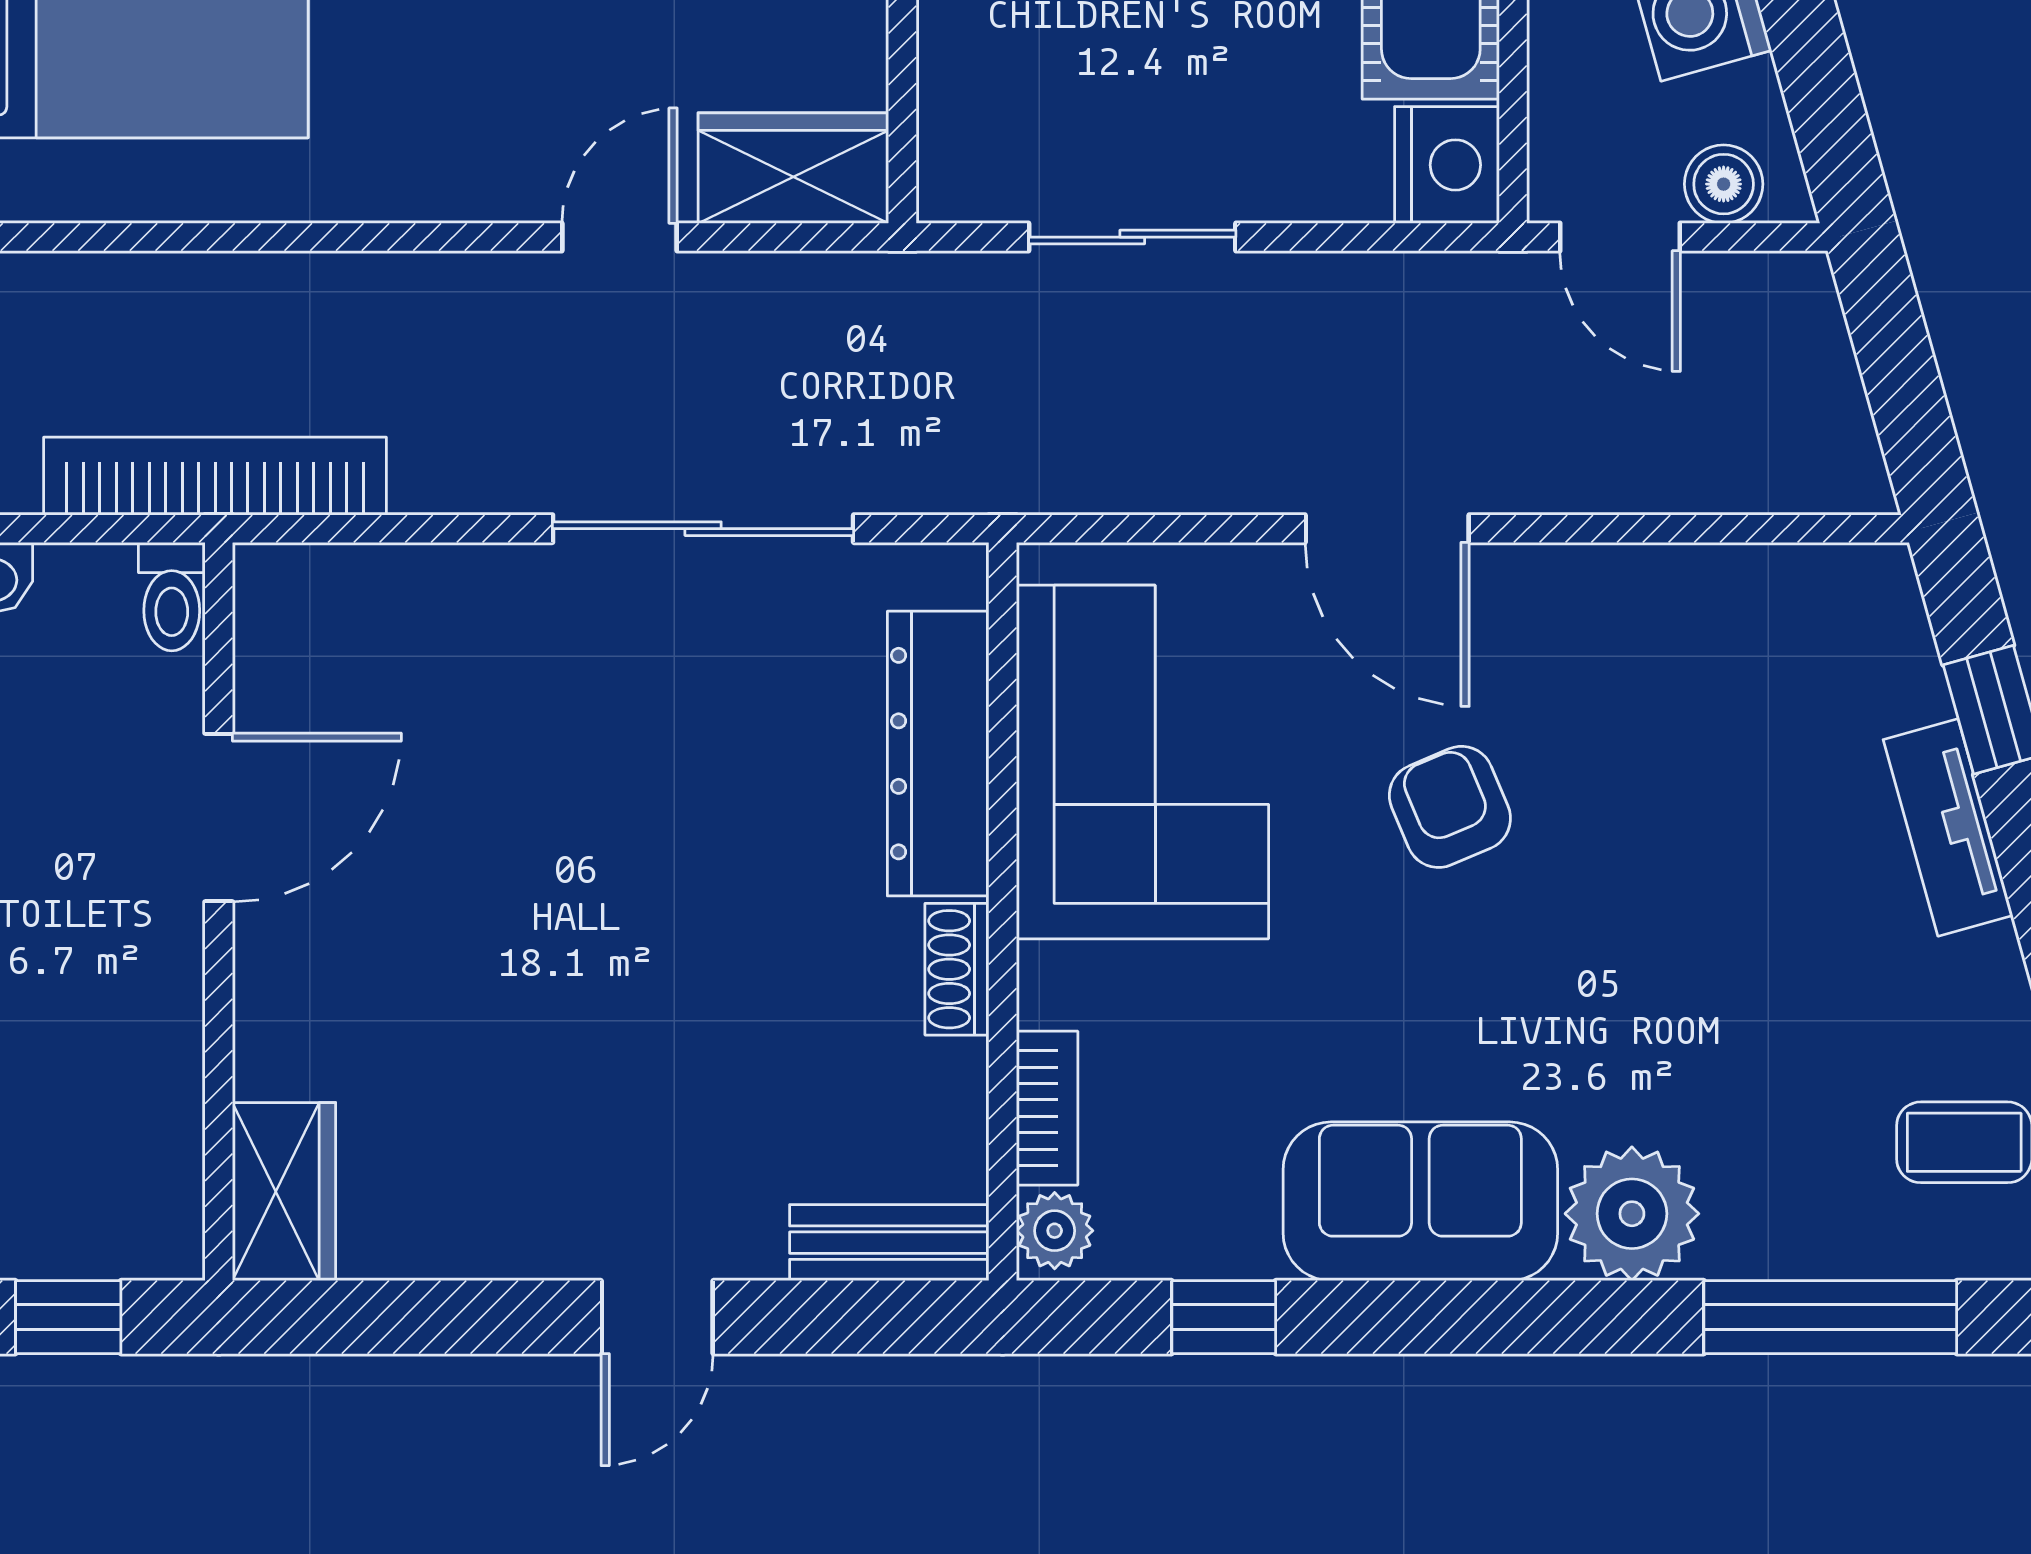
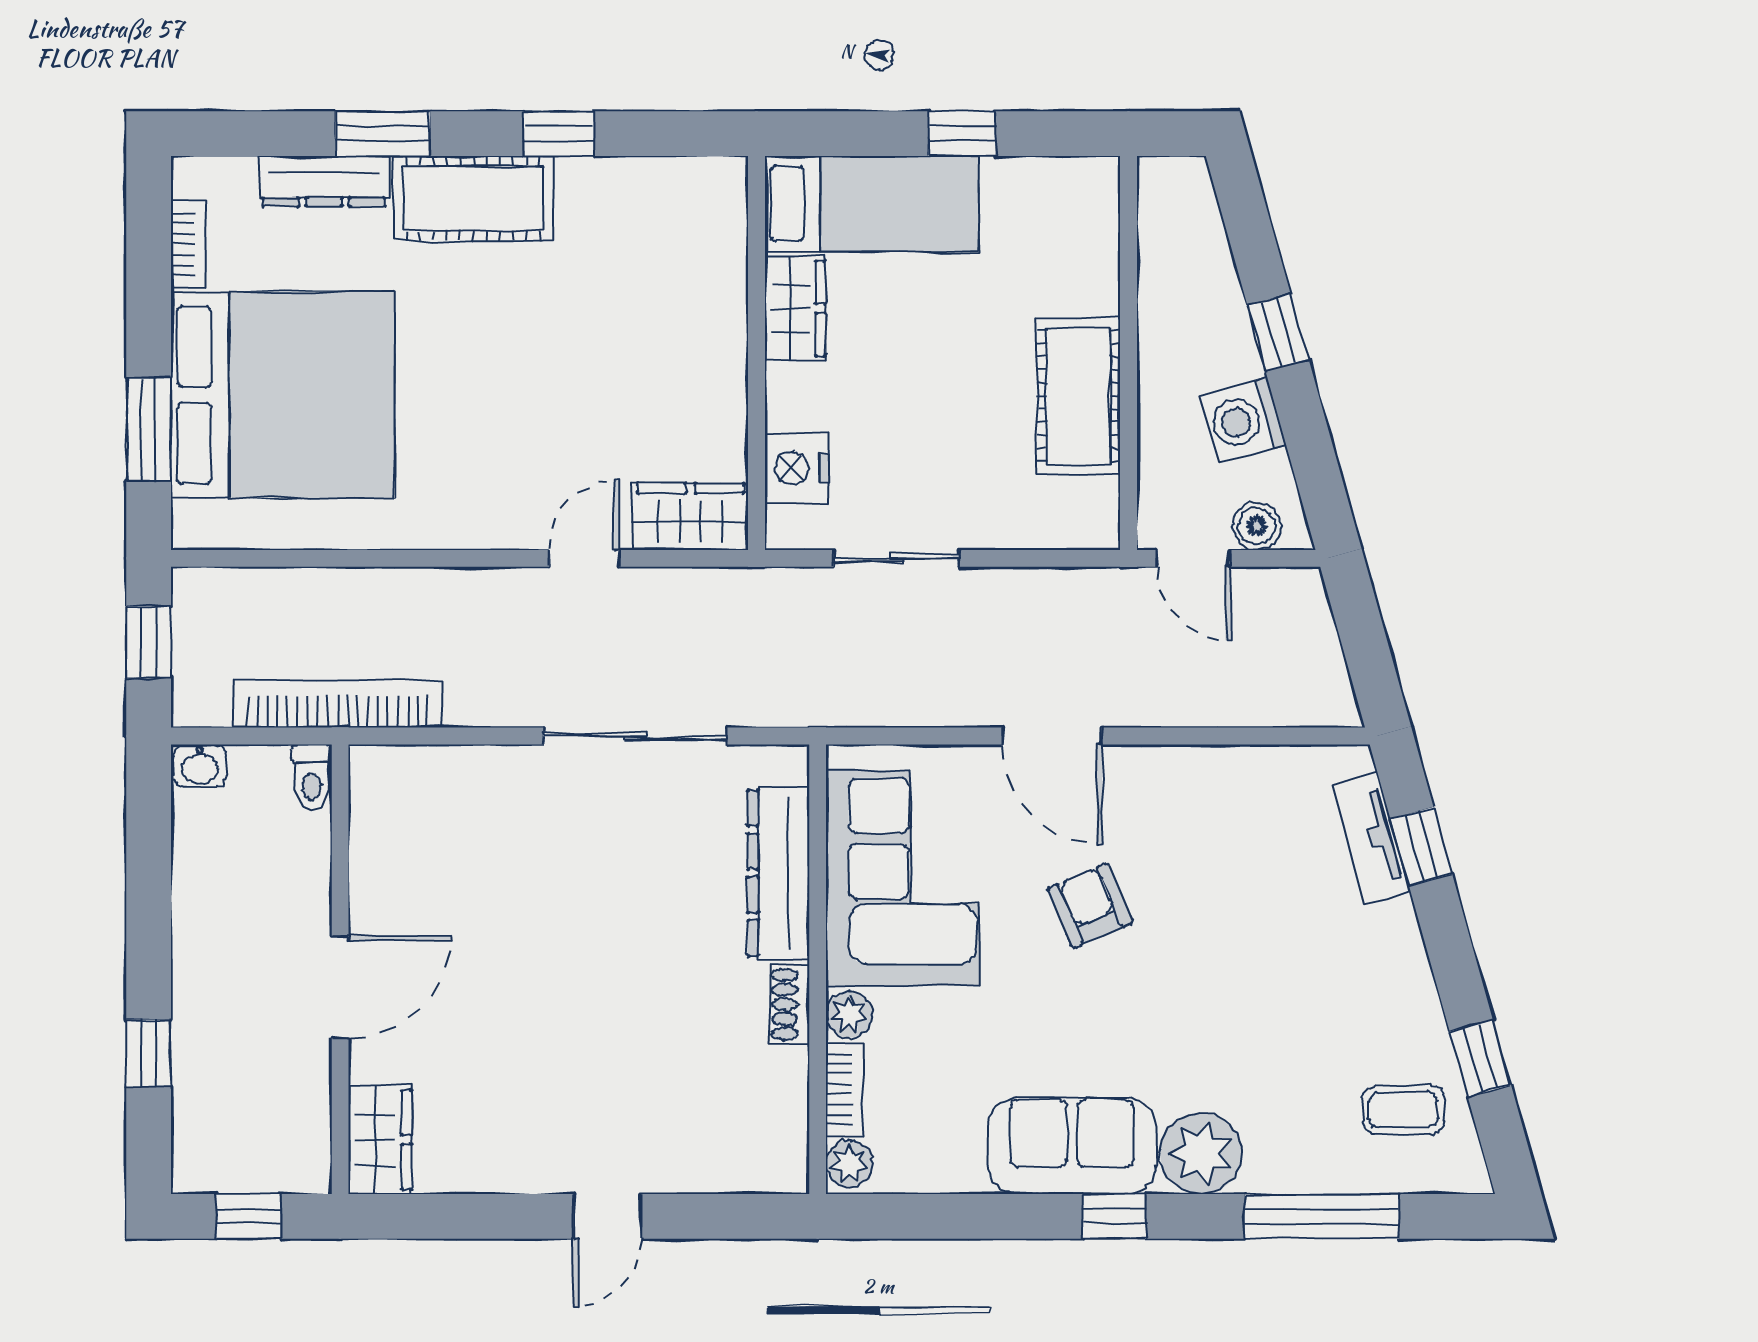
nightstand: (1447, 165) -> (797, 468), moved, turned 180
door: (219, 817) -> (340, 987), moved
tv unit: (1948, 827) -> (1371, 838), moved
plant: (1054, 986) -> (849, 1014), added
bench: (889, 1243) -> (749, 1171), removed
window: (1224, 1317) -> (1114, 1216), moved

